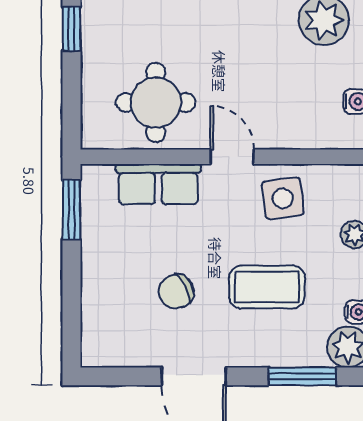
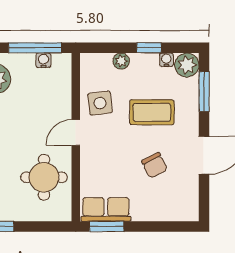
row of seats: (158, 184) -> (106, 209), moved, turned -90
coffee table: (267, 287) -> (152, 112), turned 90

